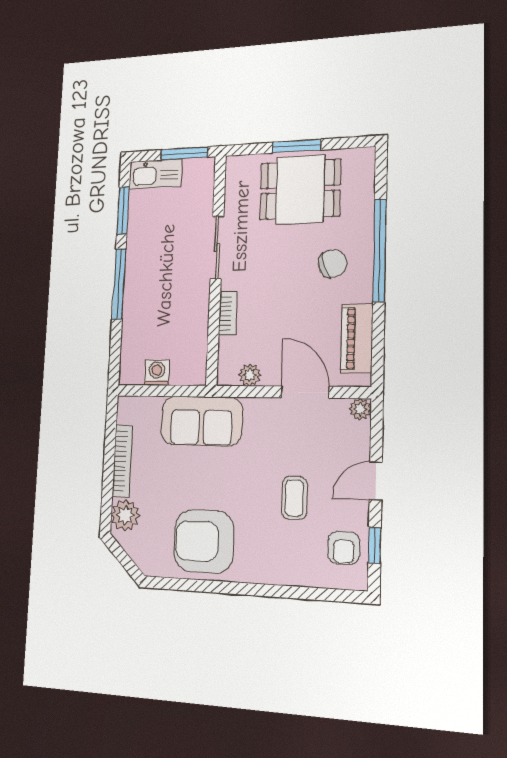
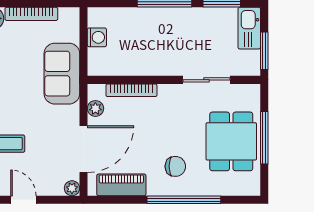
window: (297, 146) -> (264, 138), width x1.44
sliding door: (217, 247) -> (206, 80), moved
chair: (332, 264) -> (175, 166), turned -72
bookcase: (228, 313) -> (131, 90), width x1.56
door: (305, 392) -> (83, 149), width x1.36

